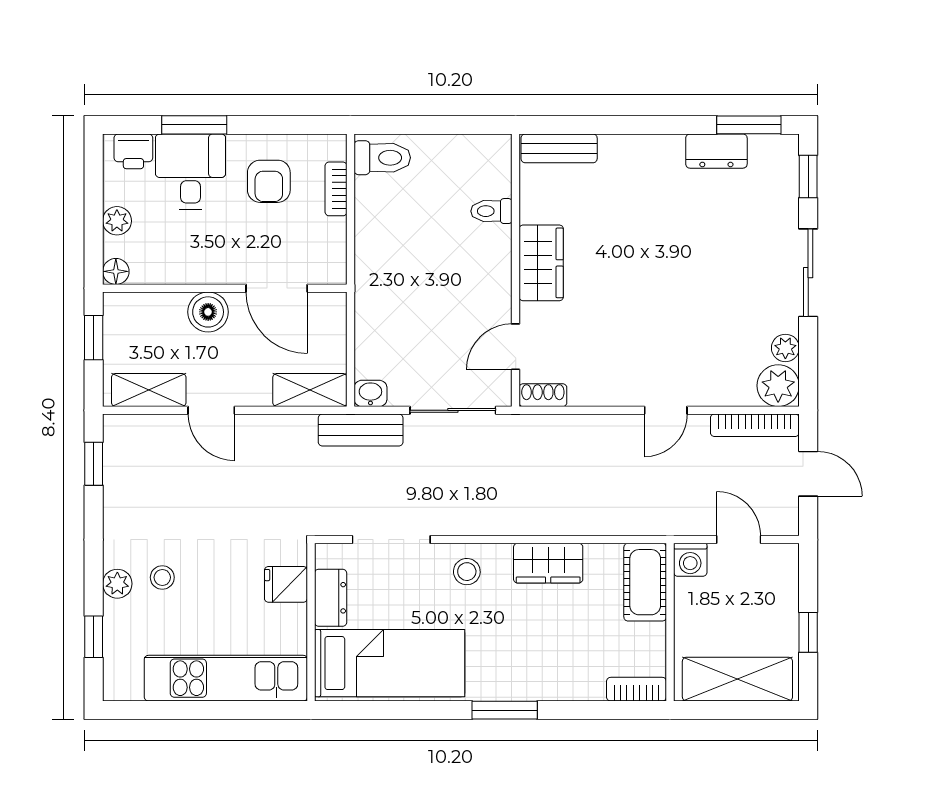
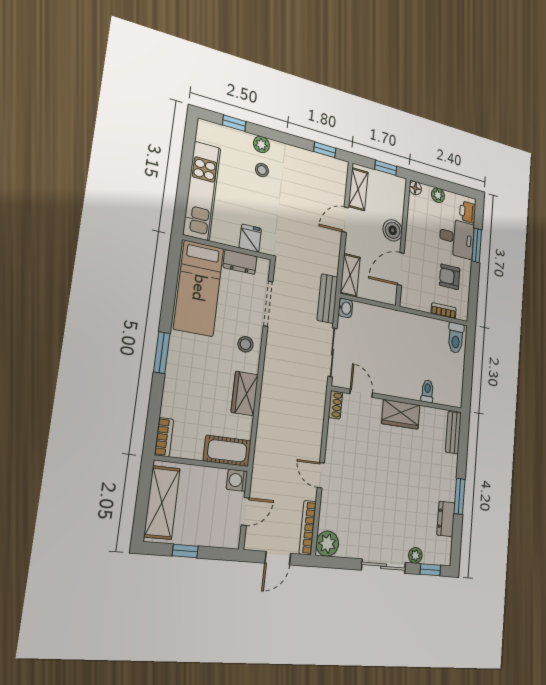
window: (749, 125) -> (460, 496), moved
plant: (785, 348) -> (415, 555), moved

